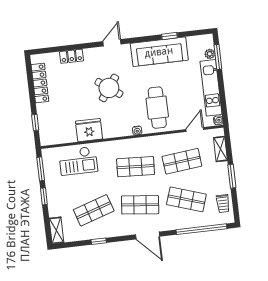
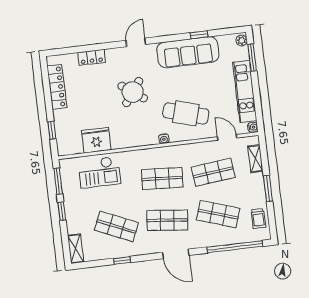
plant: (210, 54) -> (242, 40), moved
cafe table: (157, 108) -> (186, 113), turned -74
fridge: (89, 130) -> (96, 140), moved
door: (195, 130) -> (227, 137), hinge flipped
shop shelf: (94, 210) -> (116, 226), turned 42

